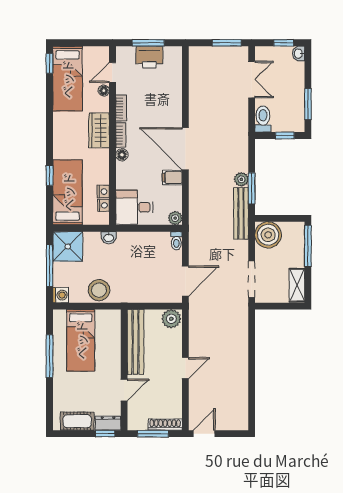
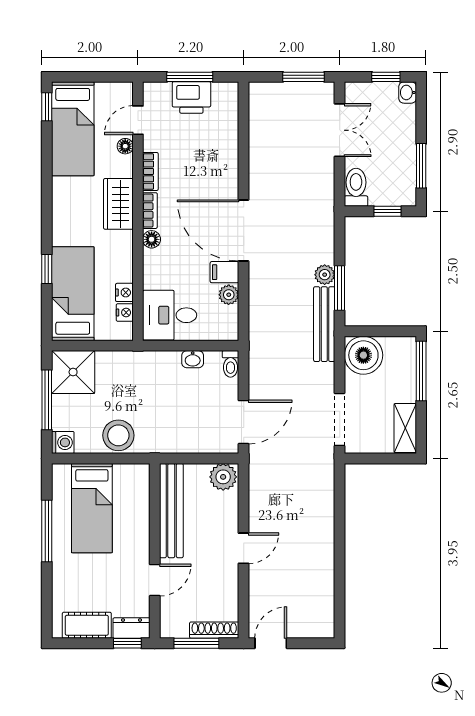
plant: (175, 218) -> (229, 295), moved
washbasin: (109, 238) -> (193, 359), moved

